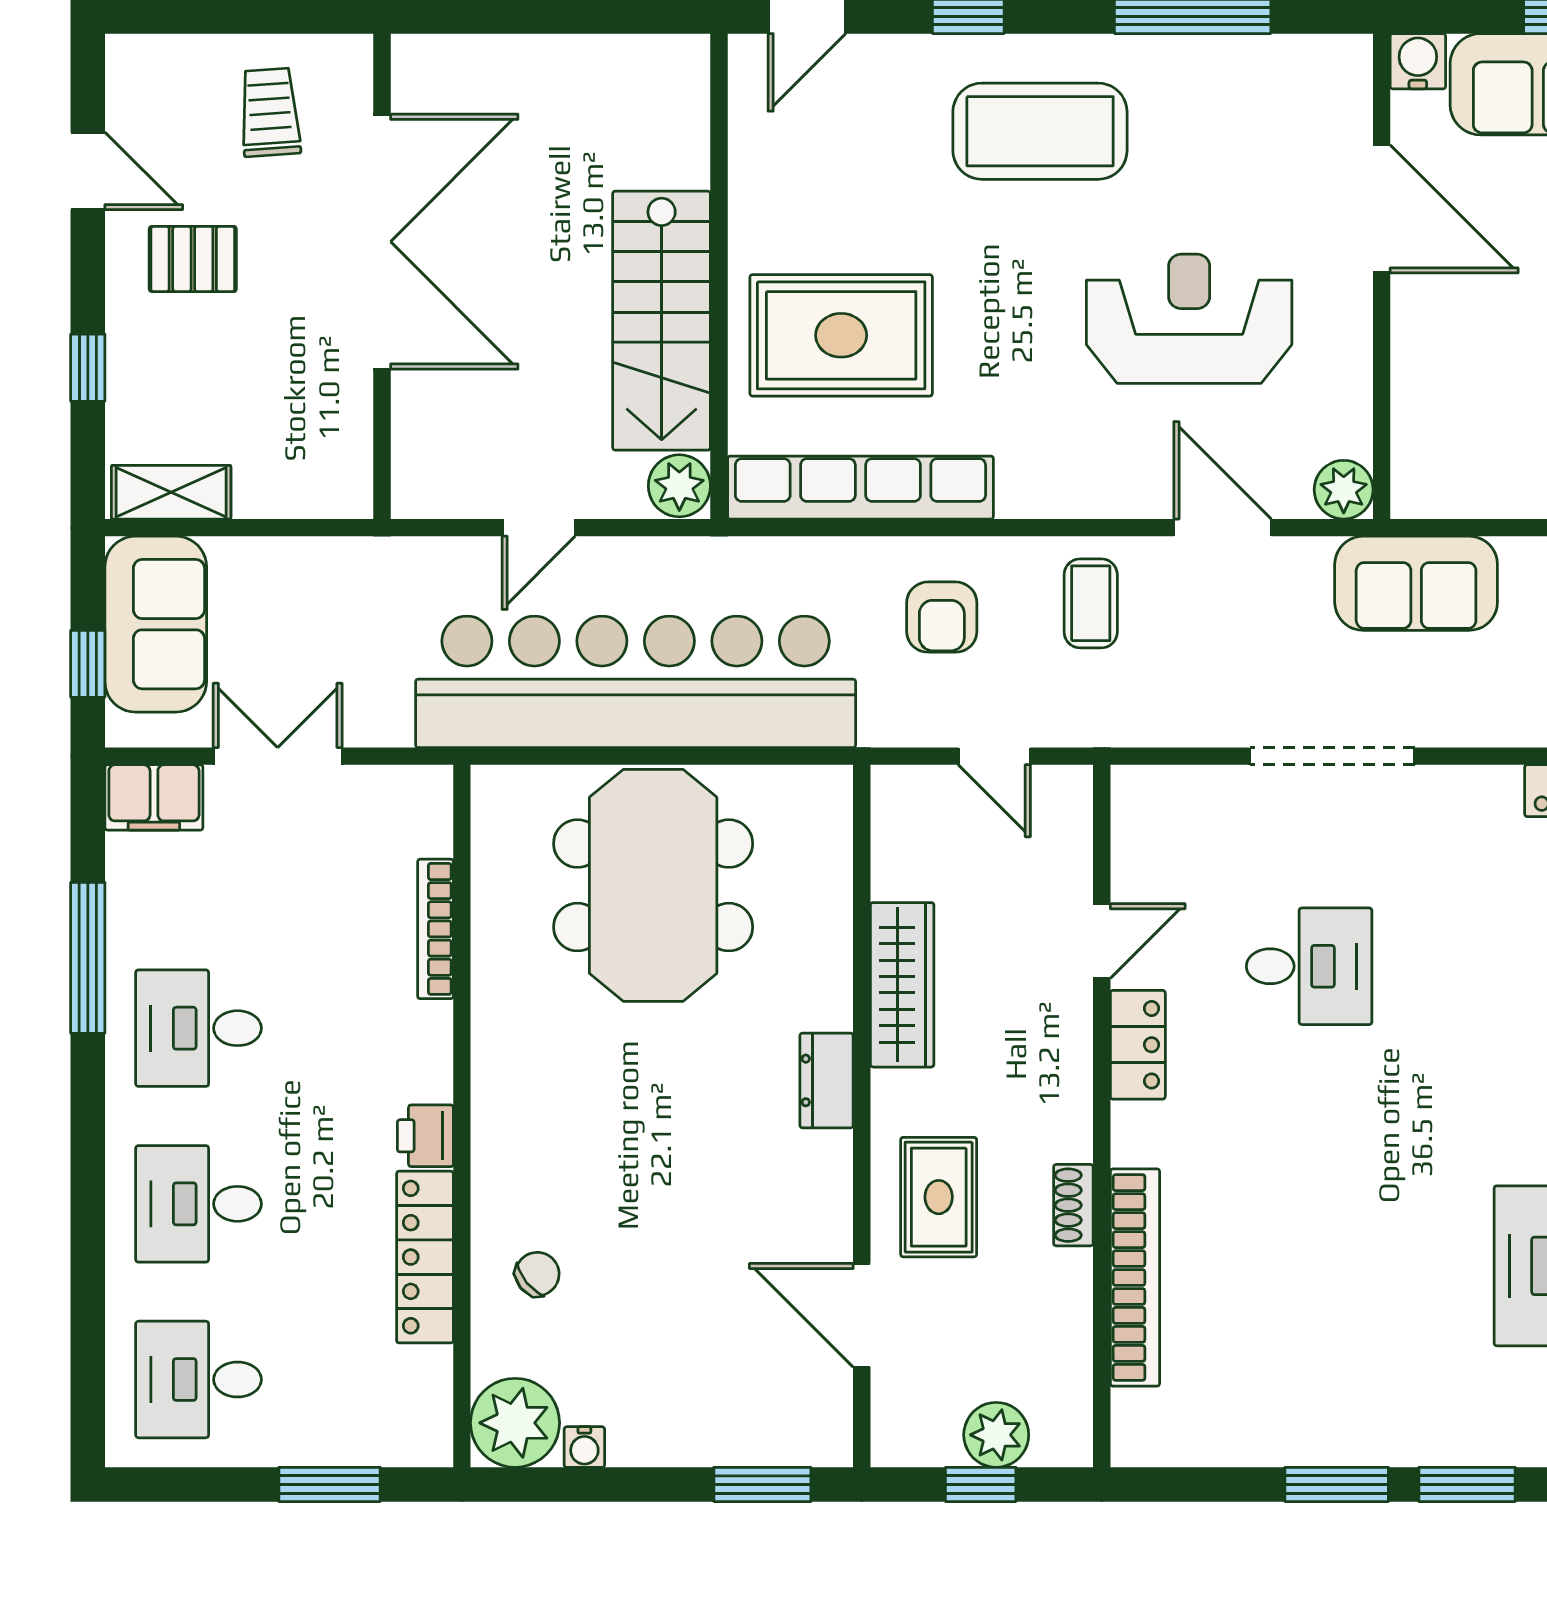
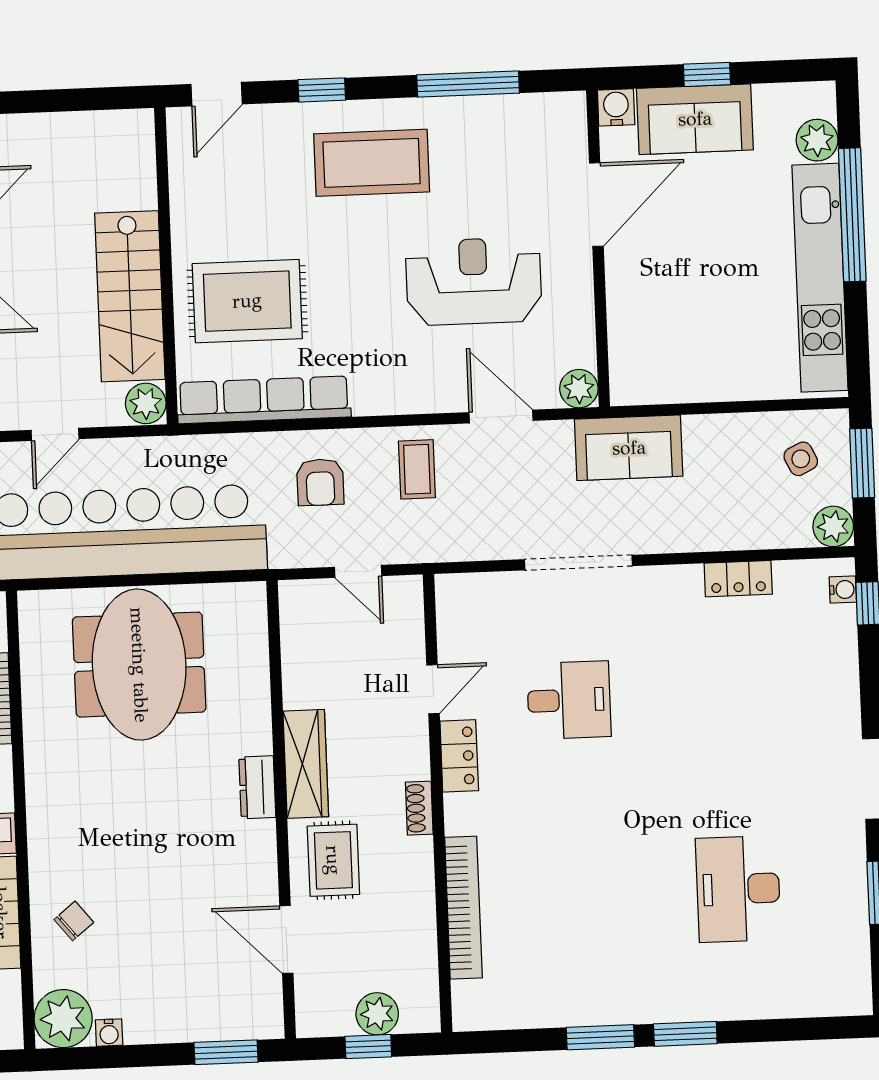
door: (1382, 209) -> (596, 205), hinge flipped
wardrobe: (902, 985) -> (306, 764), moved
shoe rack: (1073, 1205) -> (419, 808), moved

